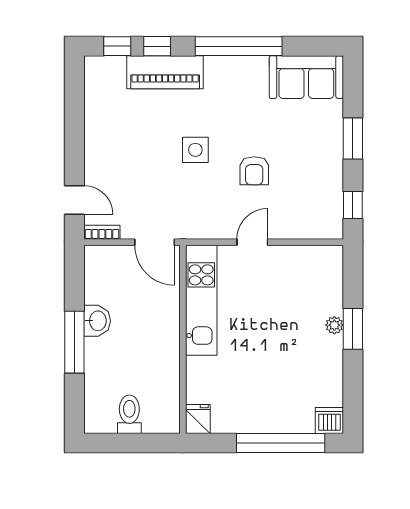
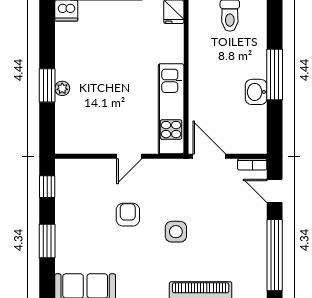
window: (74, 121) -> (275, 255), added

